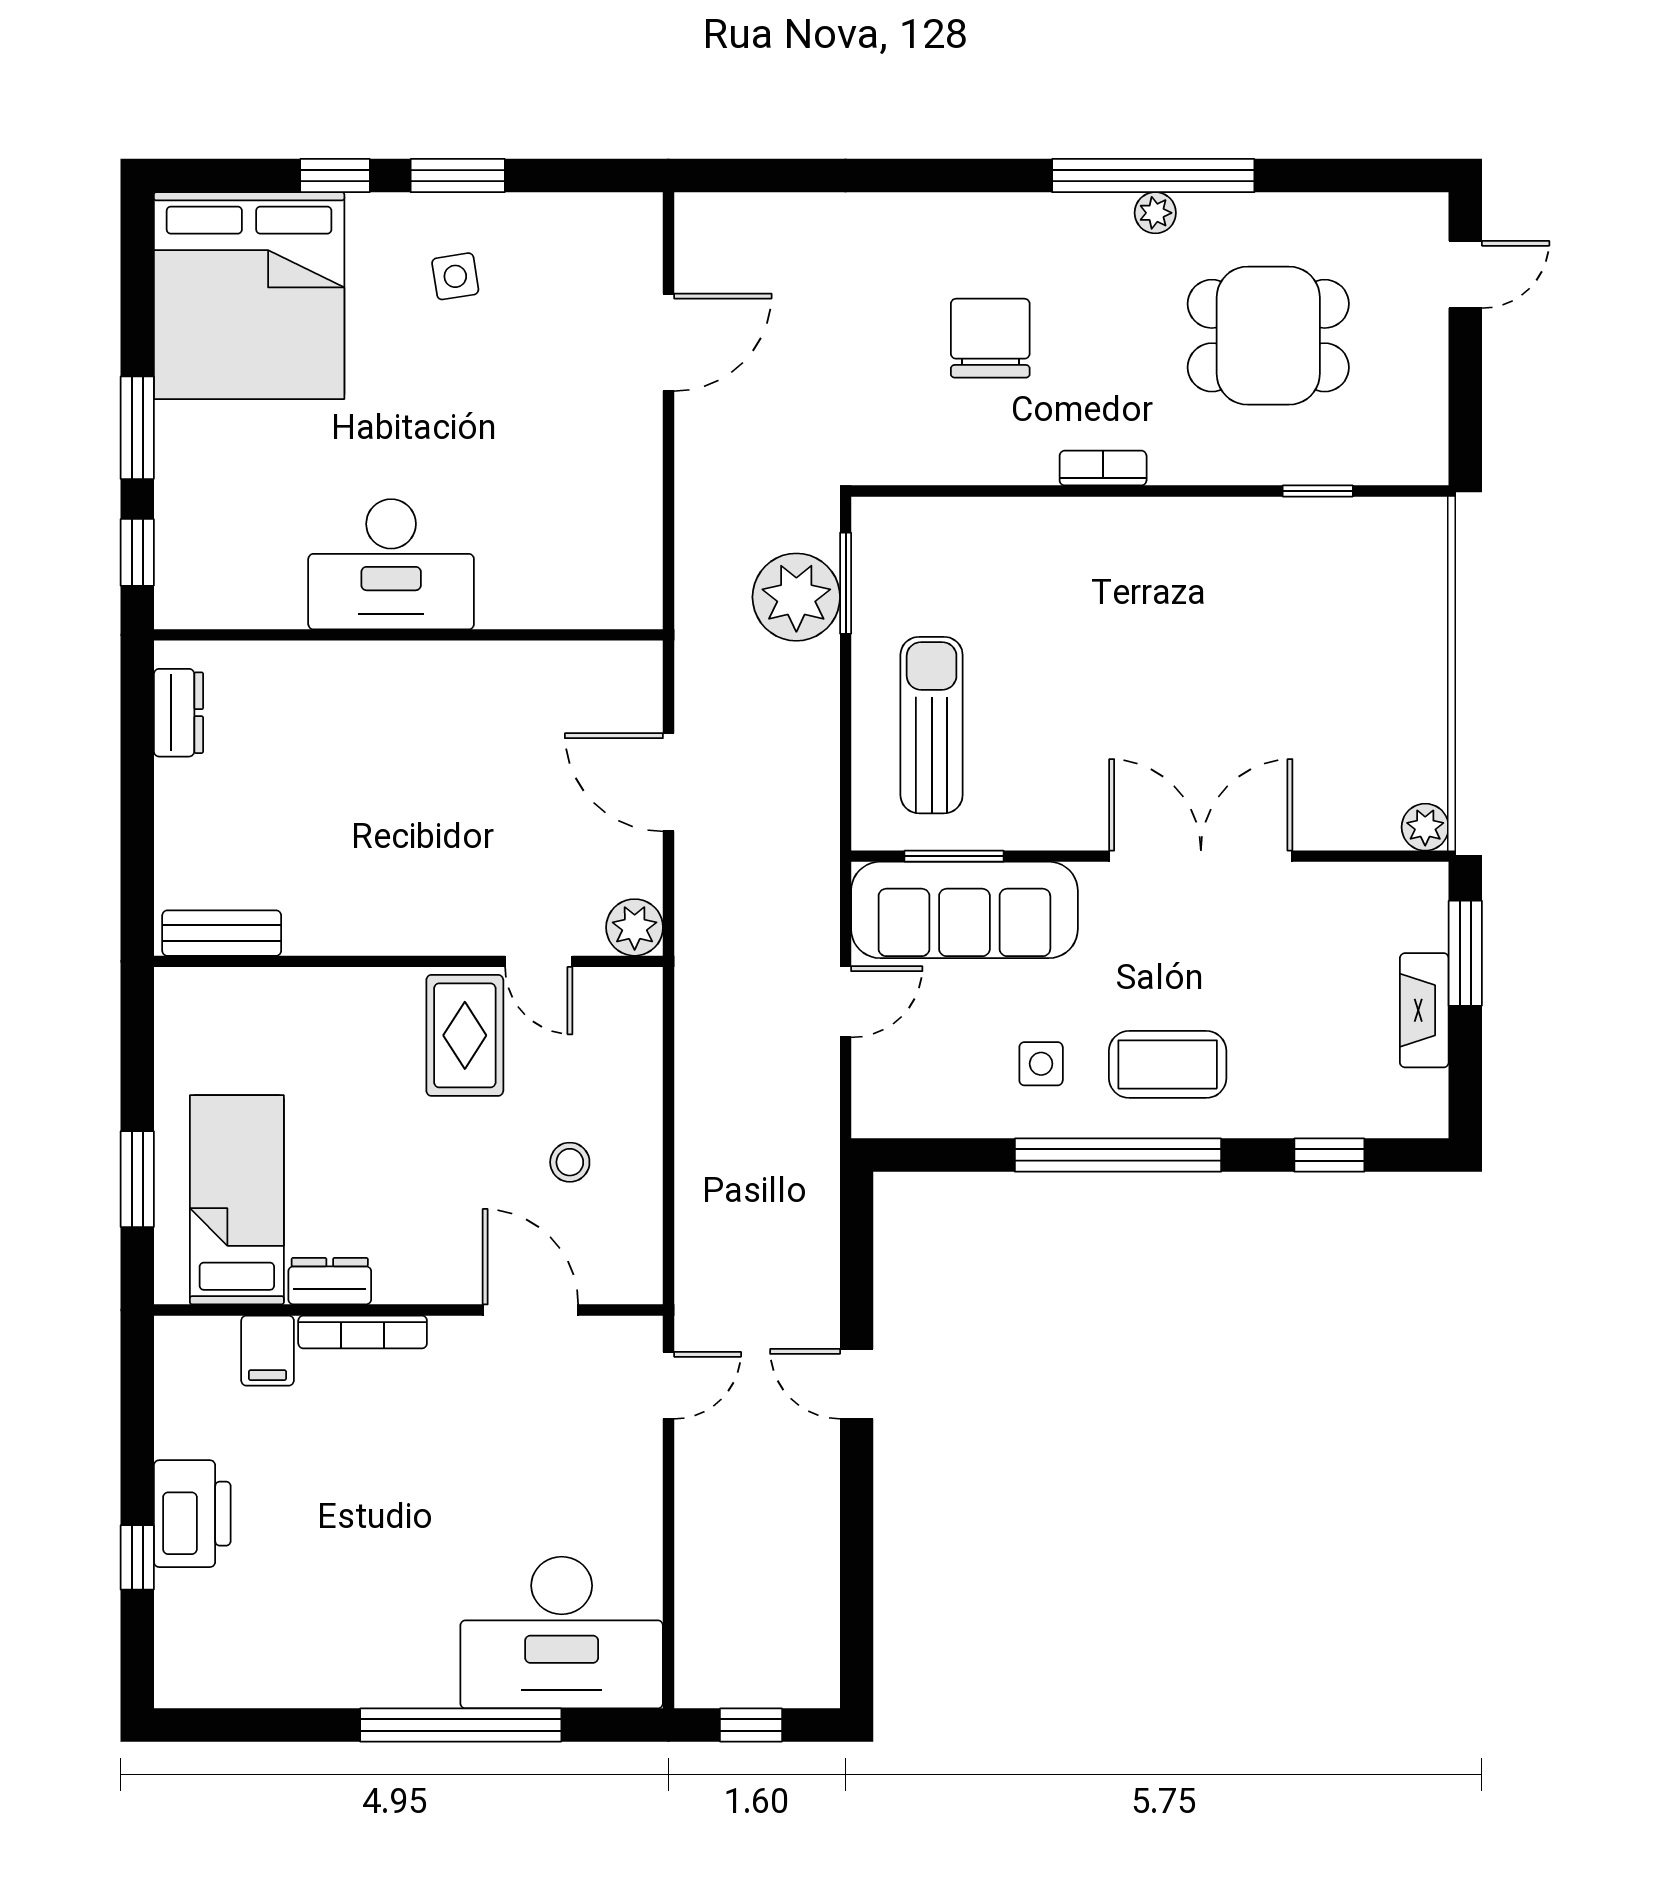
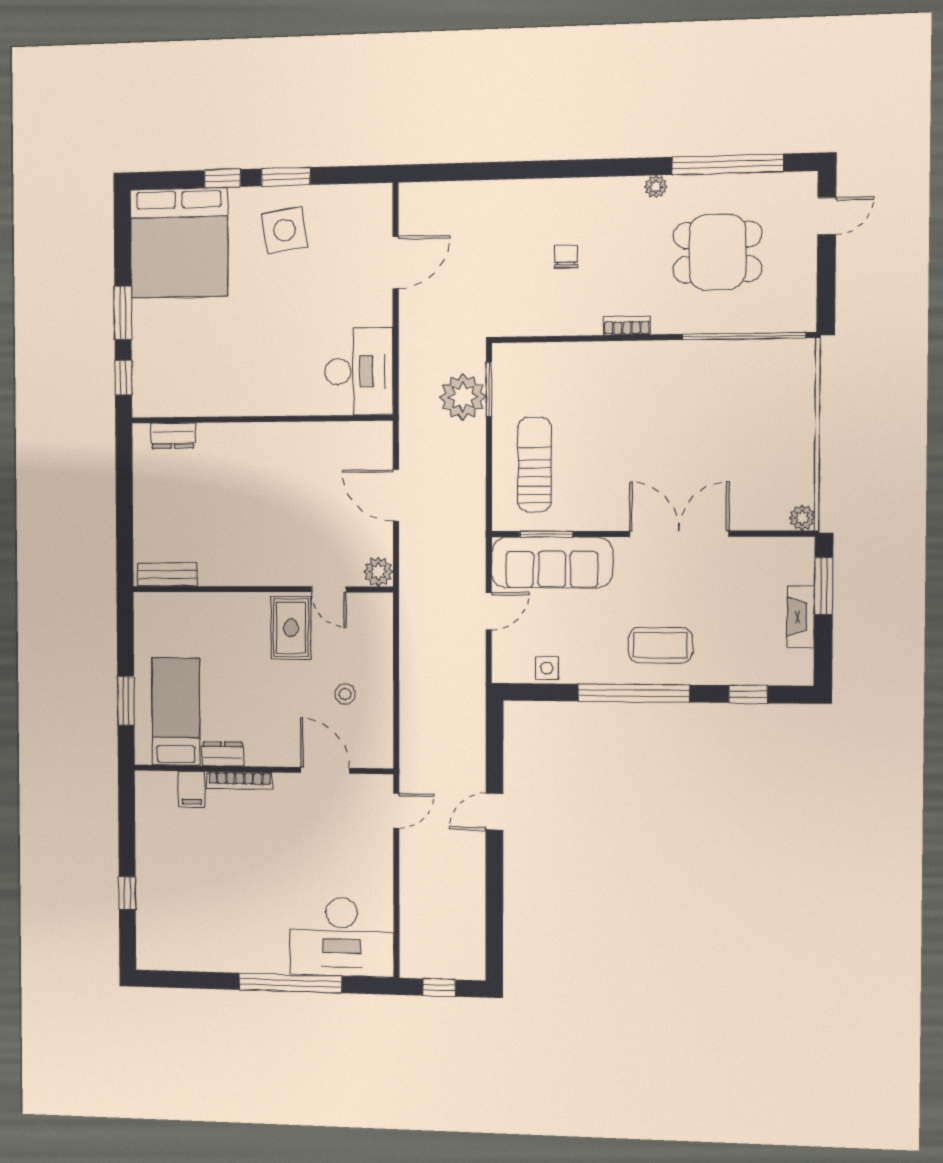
window: (1153, 176) -> (728, 164), moved
side table: (455, 276) -> (285, 230), width x1.87, depth x1.87
chair: (990, 338) -> (566, 257), width x0.54, depth x0.54
window: (1318, 491) -> (744, 336), width x3.17
desk: (391, 564) -> (359, 371), moved, turned -90
dresser: (178, 713) -> (173, 436), moved, turned 90
side table: (1041, 1064) -> (547, 668), moved
door: (857, 1384) -> (494, 812), hinge flipped
printer: (192, 1514) -> (154, 872), removed

